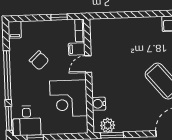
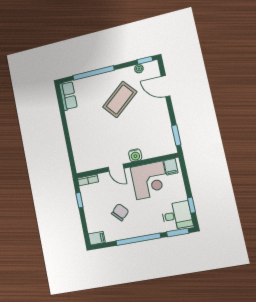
filing cabinet: (77, 49) -> (171, 167), moved
water cooler: (99, 104) -> (135, 155), moved
plant: (108, 125) -> (168, 141), removed

